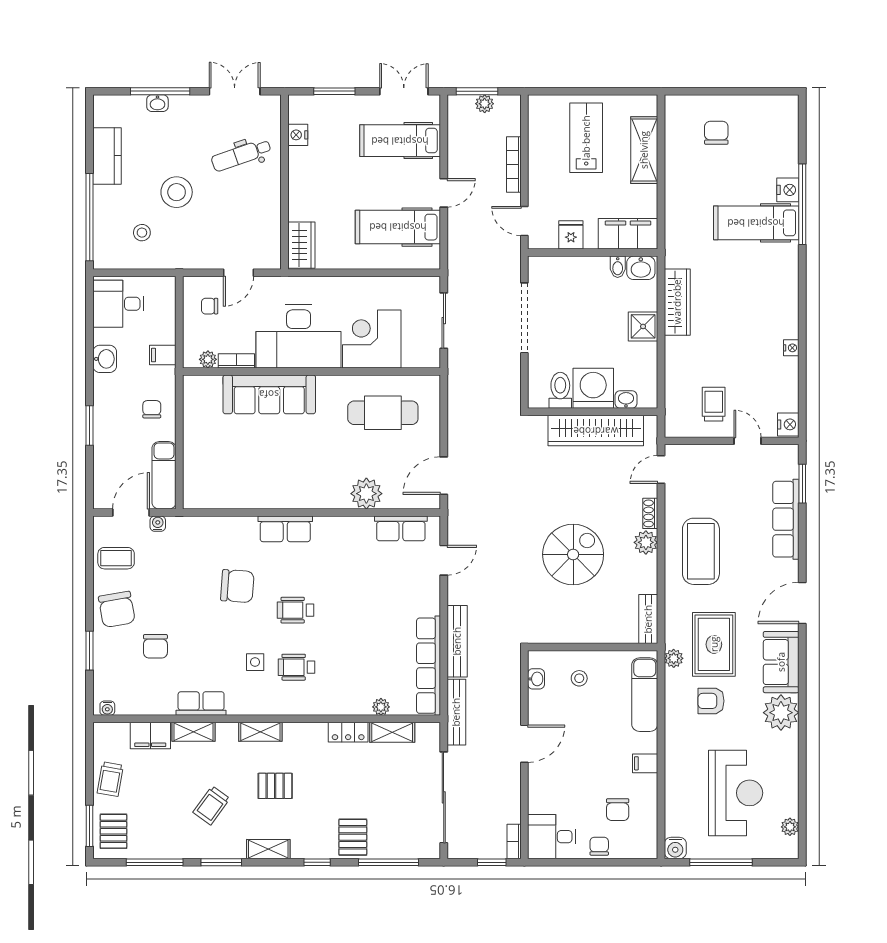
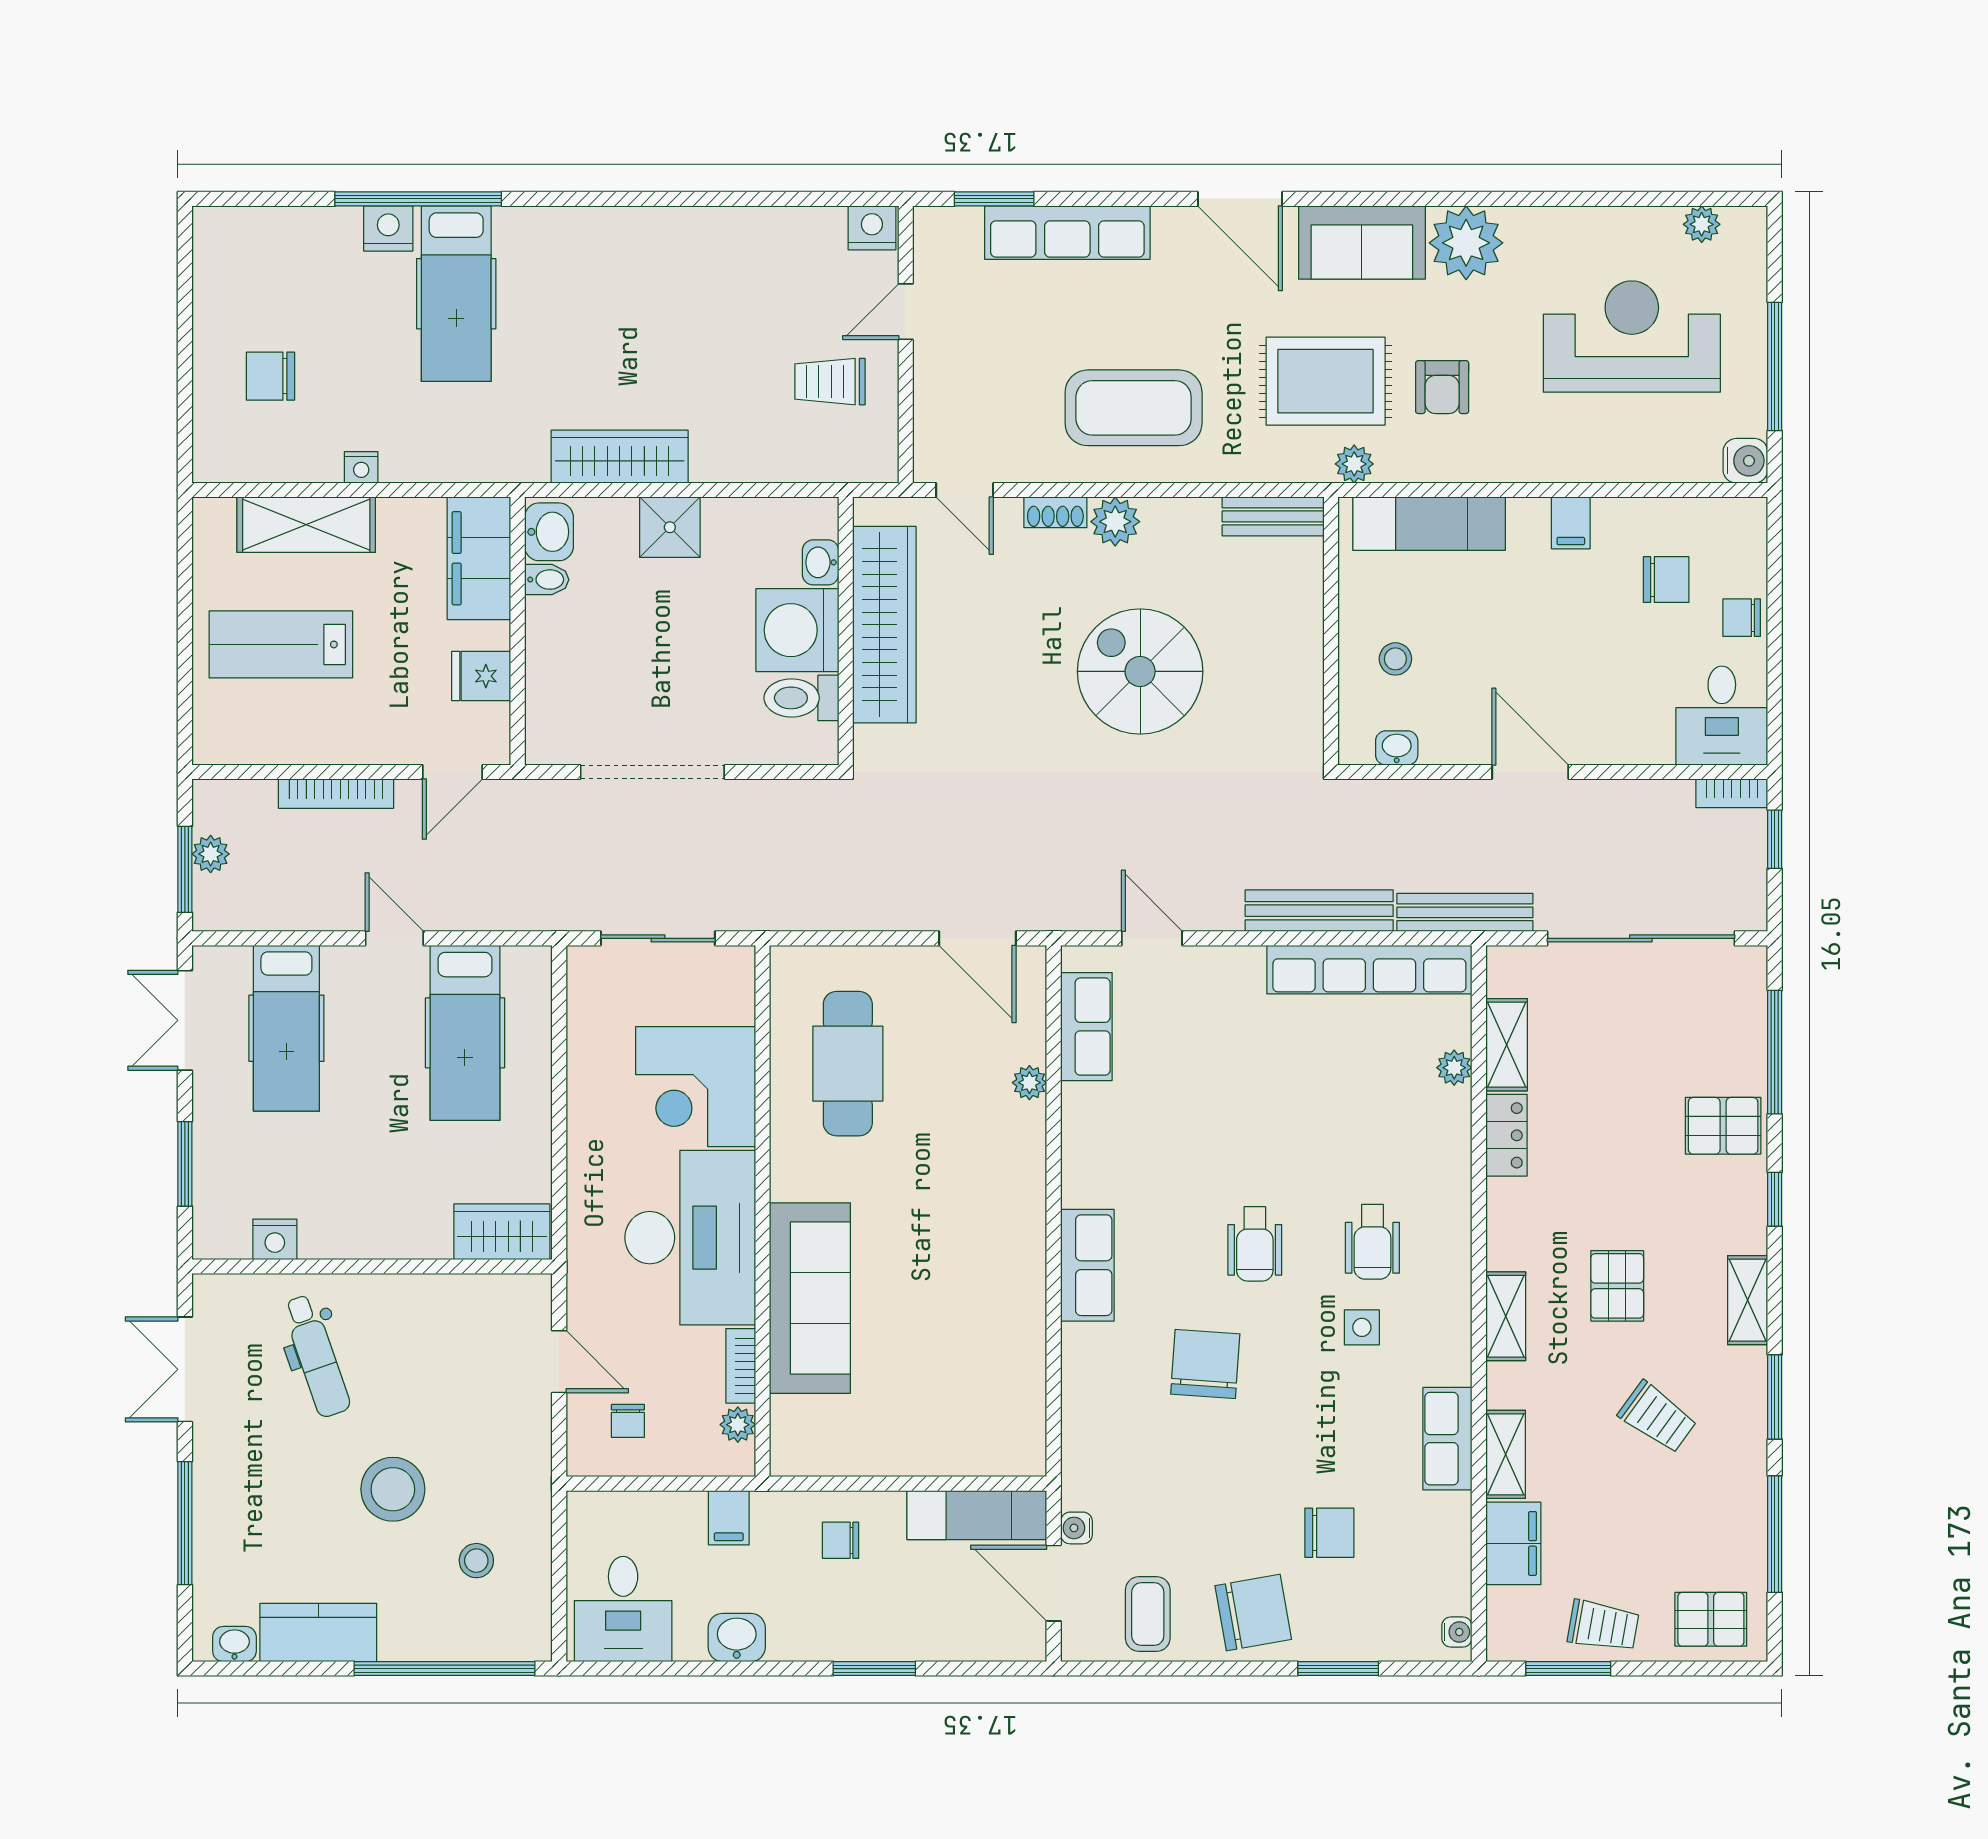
washbasin: (157, 103) -> (234, 1644), moved, turned -90
nightstand: (791, 348) -> (361, 467), moved, turned 180
plant: (366, 494) -> (1029, 1083), width x0.53, depth x0.53
window: (90, 826) -> (1568, 1669), moved

